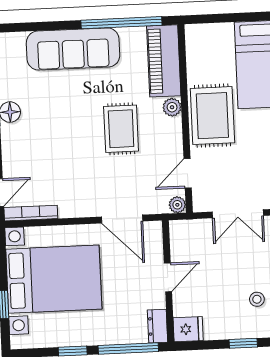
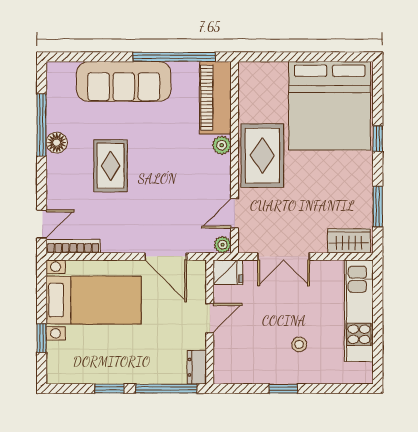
rug: (121, 129) -> (111, 166), moved
bed with nightstands: (54, 279) -> (94, 300), width x0.73
fridge: (188, 329) -> (228, 272), moved

